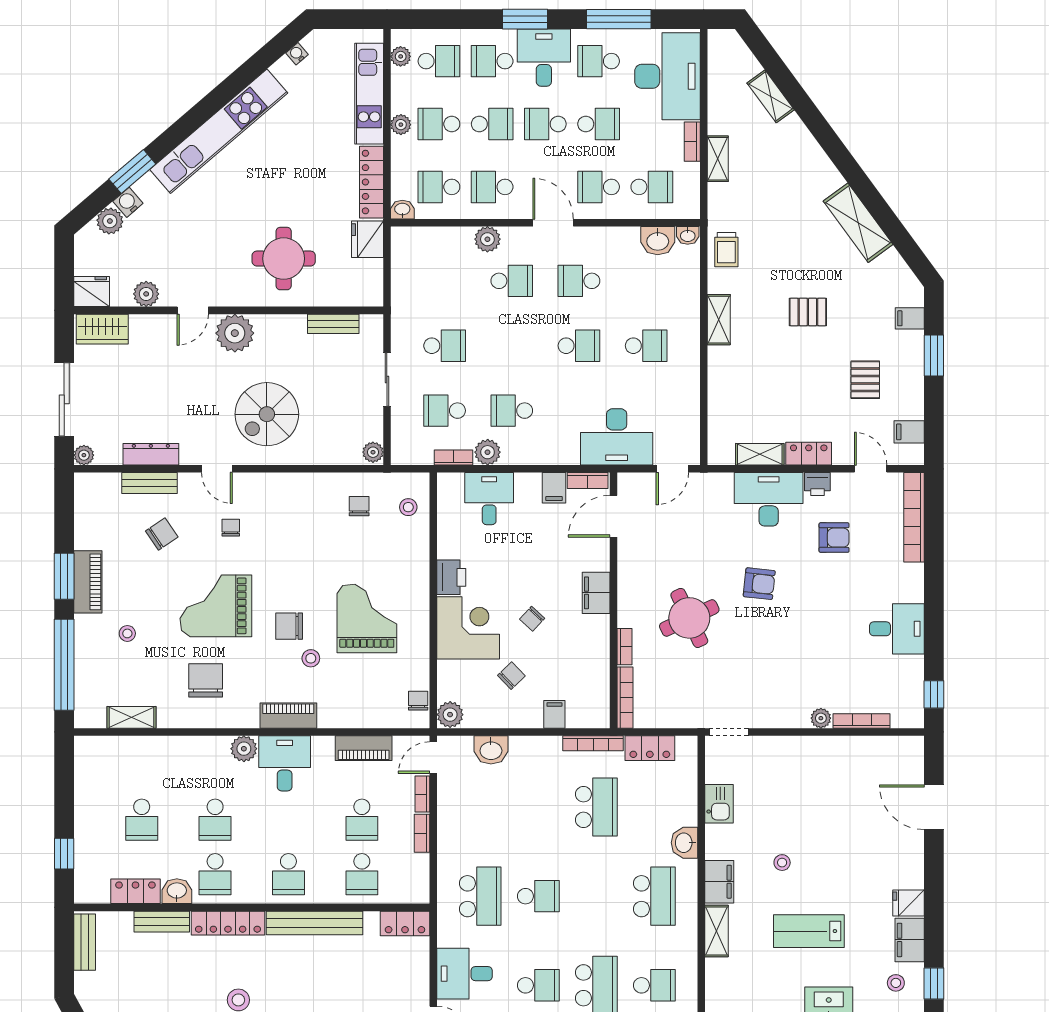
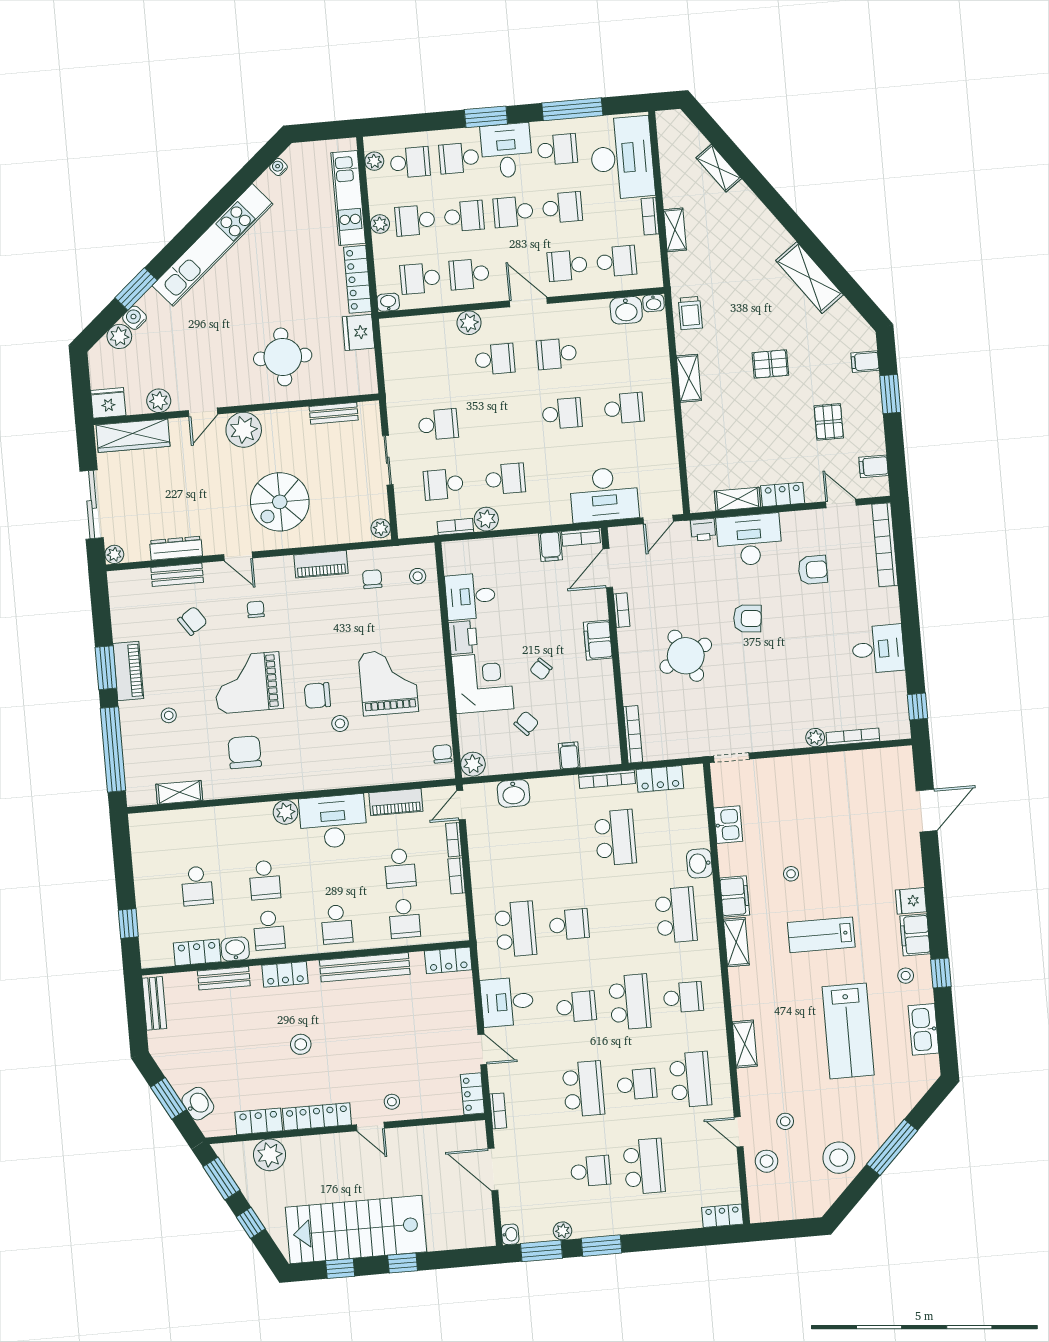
school desk: (599, 61) -> (557, 150), turned 180
wardrobe: (102, 329) -> (133, 436), width x1.50
school desk: (512, 411) -> (505, 479), turned 180
printer: (817, 484) -> (703, 530), moved
desk: (489, 499) -> (470, 596), moved, turned -90
bookcase: (625, 647) -> (622, 610), moved
piano: (288, 716) -> (321, 564), moved, turned 180
desk: (285, 763) -> (333, 822), width x1.37
door: (934, 807) -> (927, 811), swing flipped
locker: (228, 923) -> (285, 974), width x0.66

